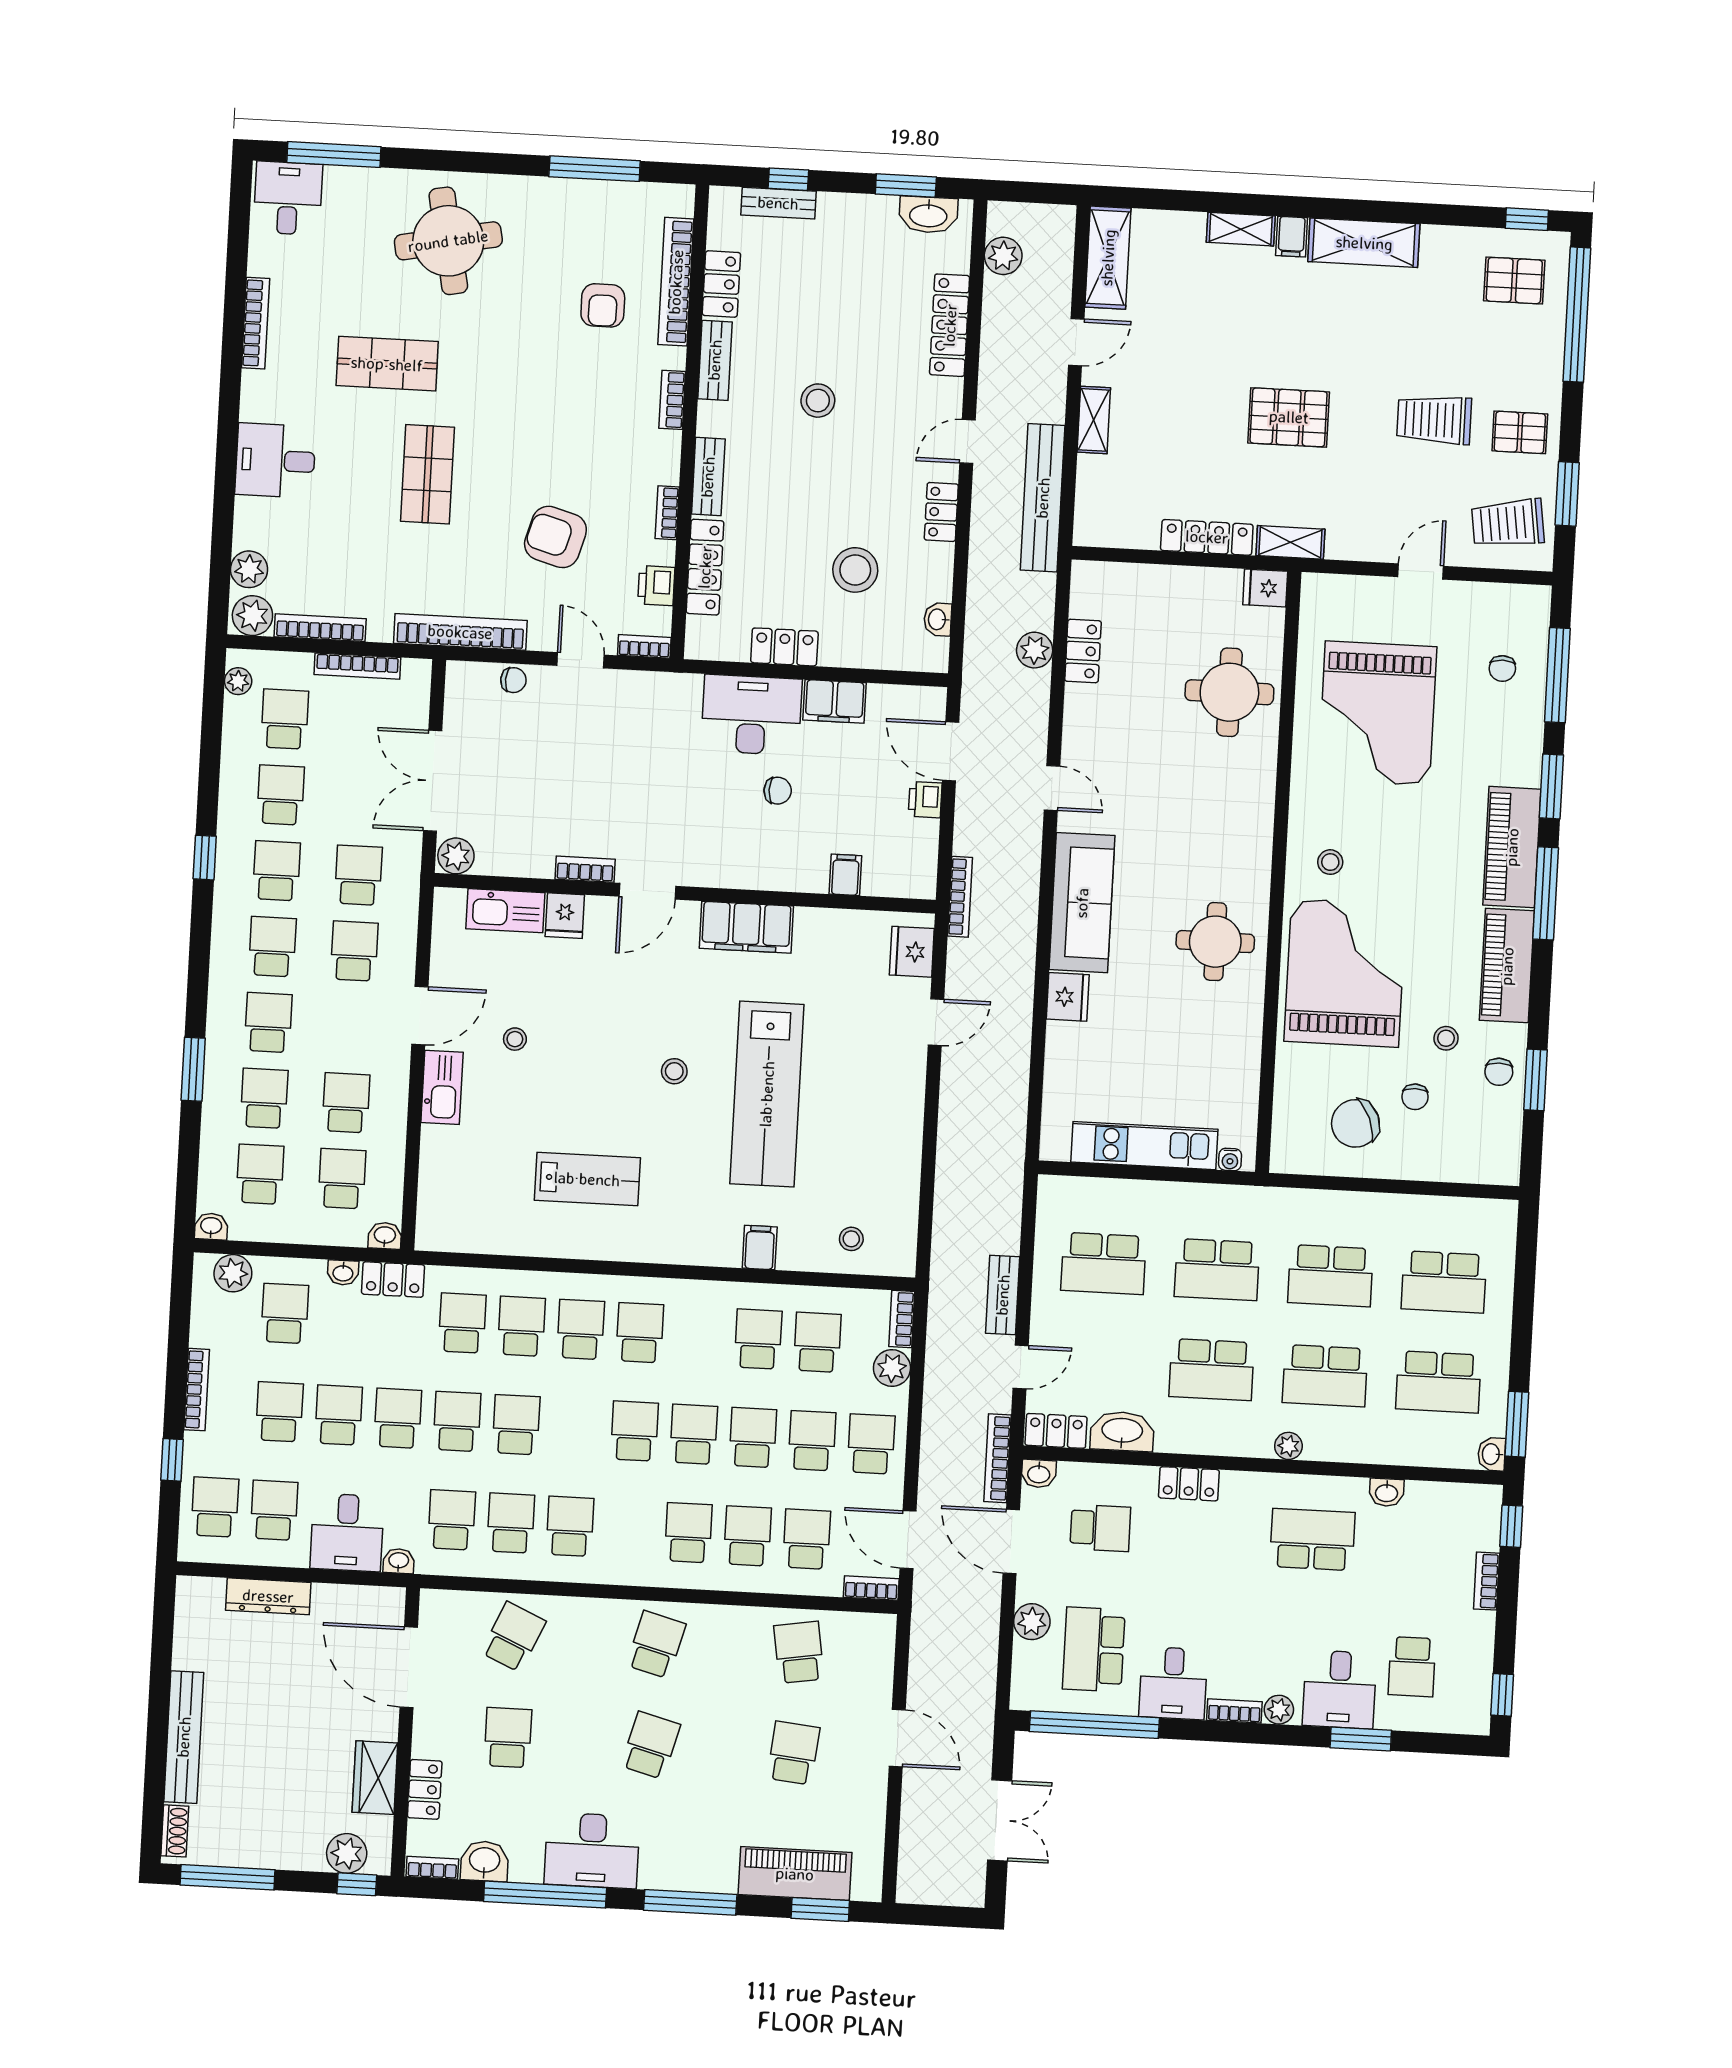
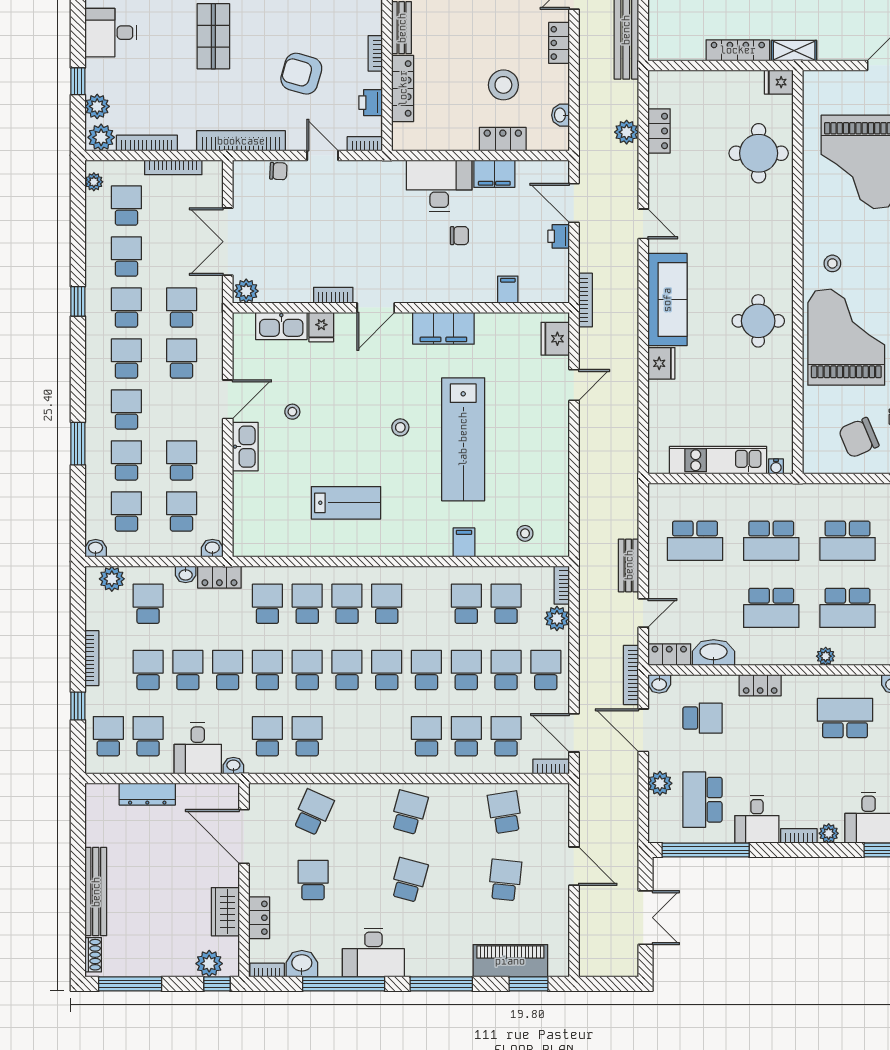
window: (222, 530) -> (78, 81), added
locker: (784, 647) -> (503, 139), moved
school desk: (570, 1526) -> (347, 670), moved

